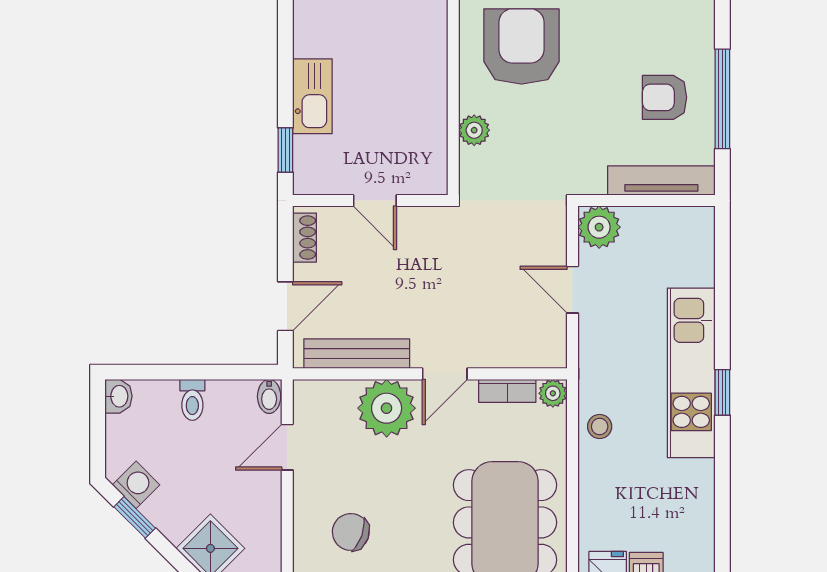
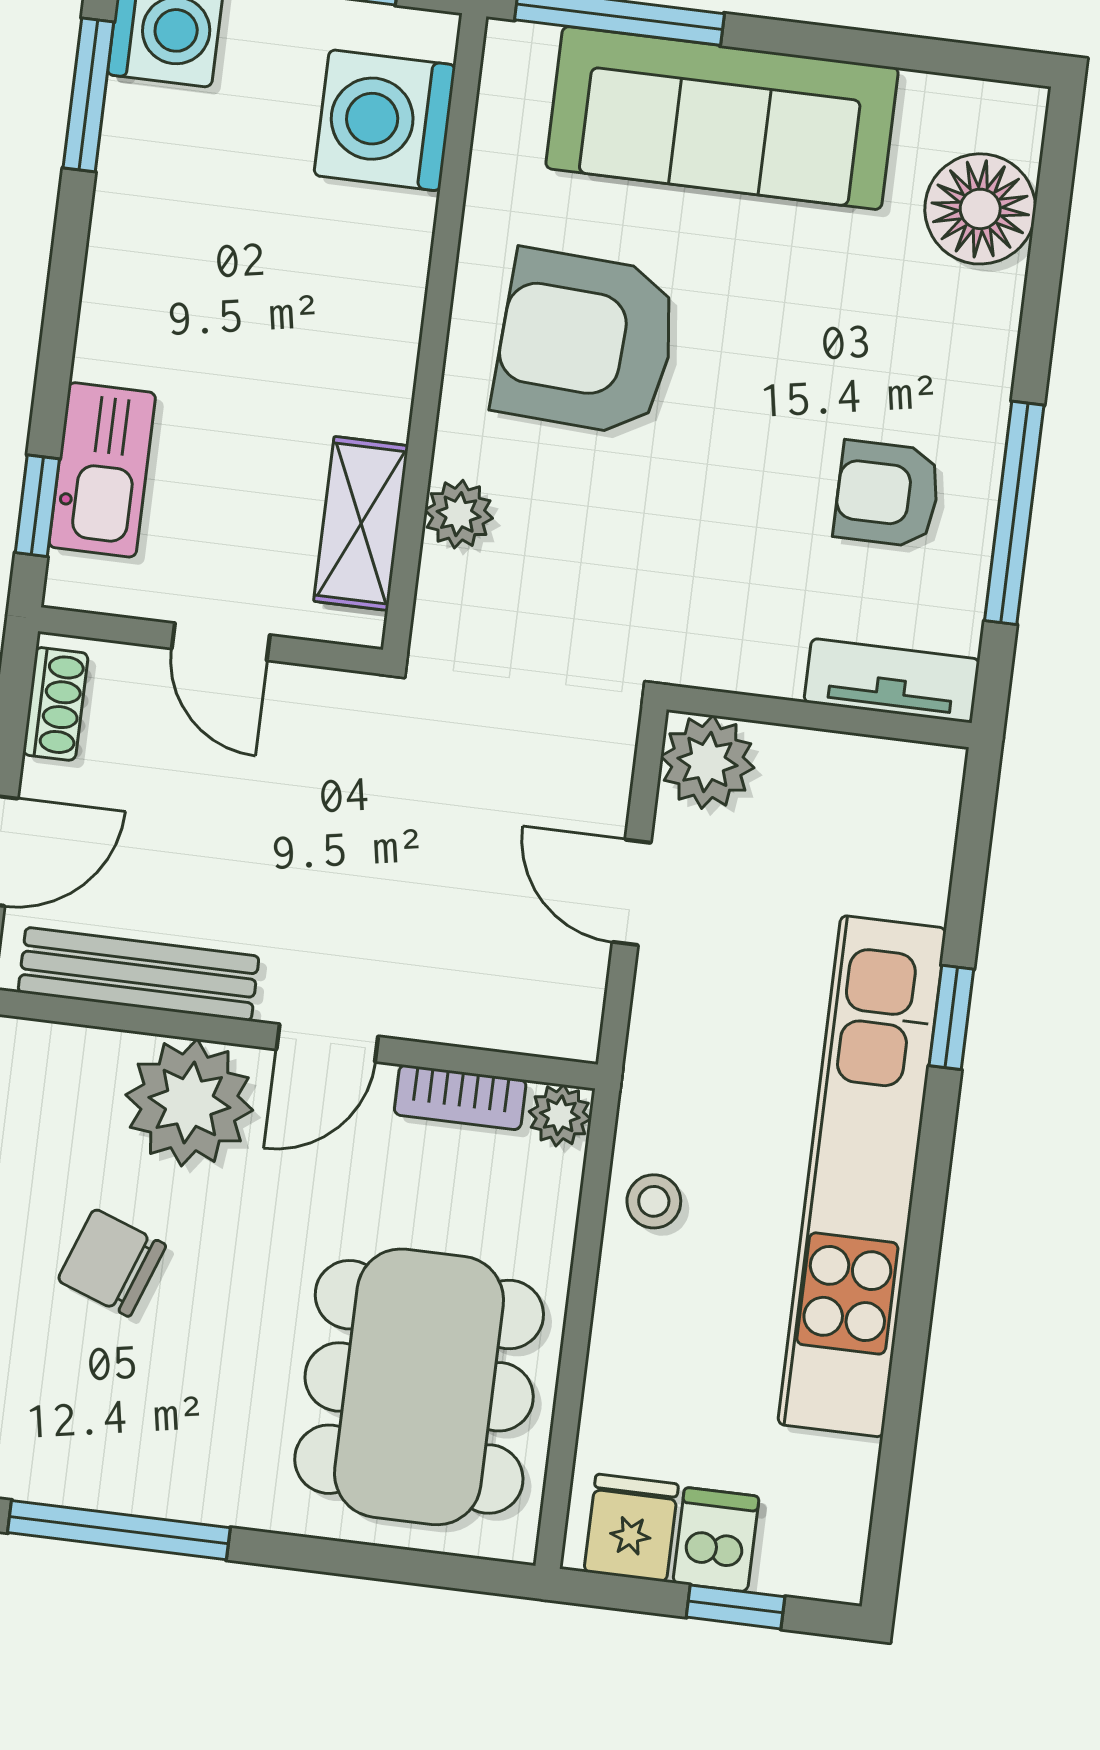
armchair: (521, 46) -> (586, 342), turned -87
kitchen sink: (312, 96) -> (102, 470), moved
shelving: (431, 140) -> (361, 523), added
tv unit: (661, 181) -> (892, 681), width x0.71
kitchen unit: (691, 373) -> (862, 1176), width x1.36
window: (722, 392) -> (951, 1017), moved
chair: (351, 532) -> (112, 1263), moved

